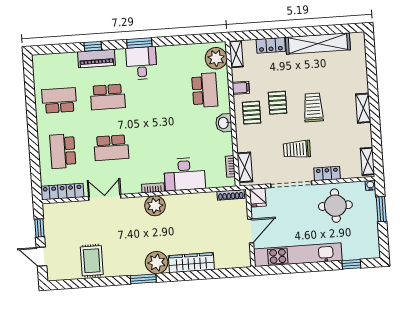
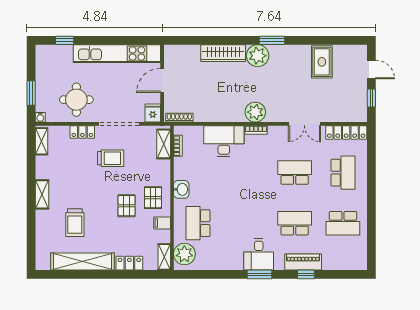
trolley: (313, 108) -> (75, 223), moved

